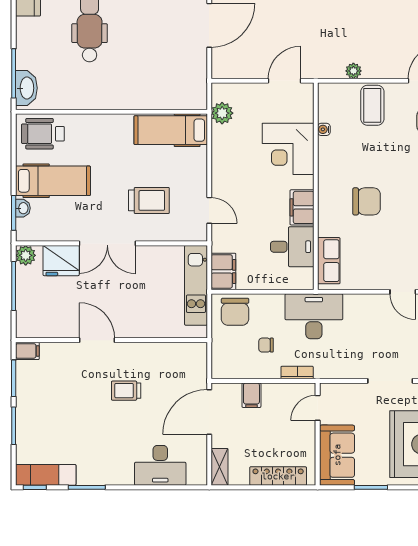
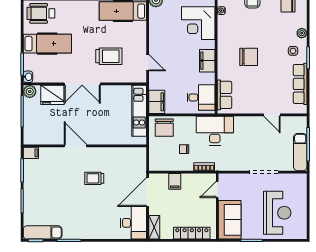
washbasin: (23, 208) -> (28, 77), moved
desk: (292, 247) -> (201, 97), moved
desk: (160, 465) -> (133, 223), moved, turned -90

